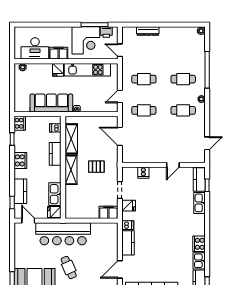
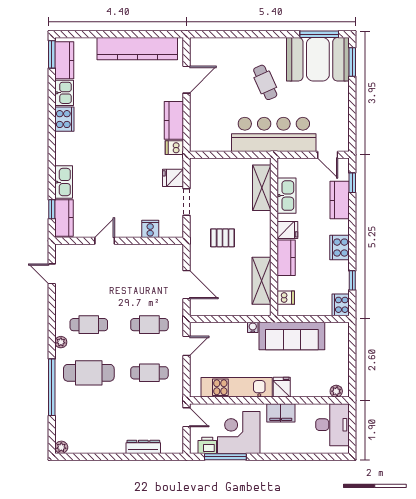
desk: (35, 48) -> (333, 425), moved, turned 90
cafe table: (183, 79) -> (89, 373), width x1.37, depth x1.35
door: (207, 143) -> (52, 274), hinge flipped
shelving: (71, 170) -> (262, 188), moved
fridge: (54, 212) -> (287, 230), moved
filing cabinet: (108, 212) -> (204, 167), removed

